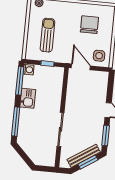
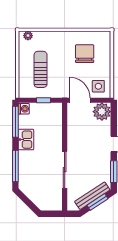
plant: (100, 79) -> (102, 112), added

